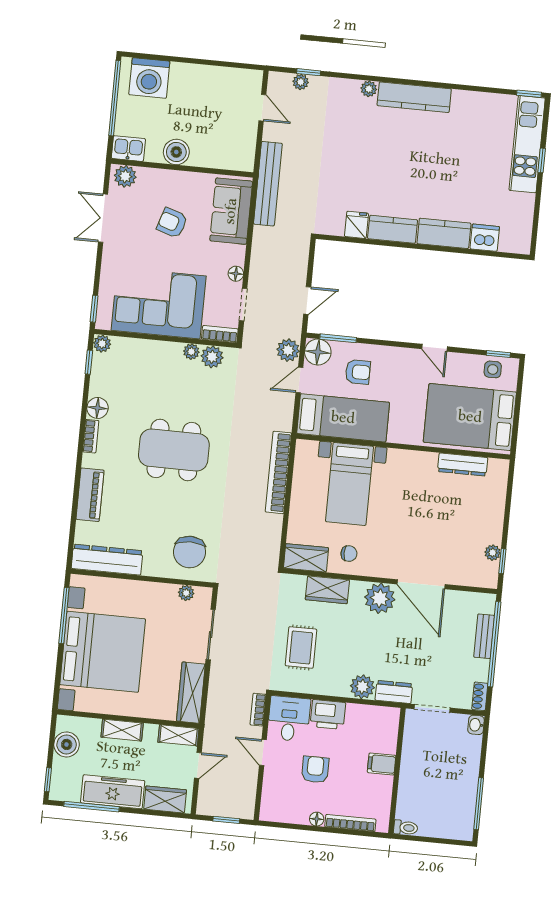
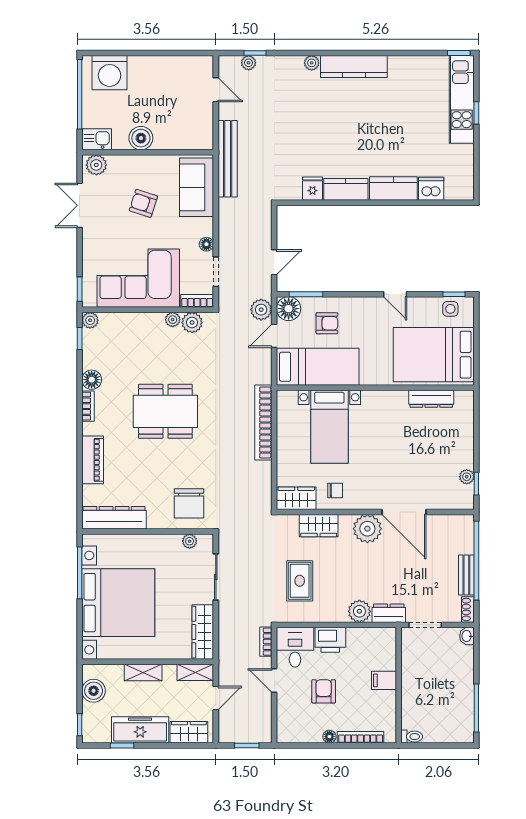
bench: (484, 636) -> (466, 575), moved
window: (92, 807) -> (122, 745), width x0.46

